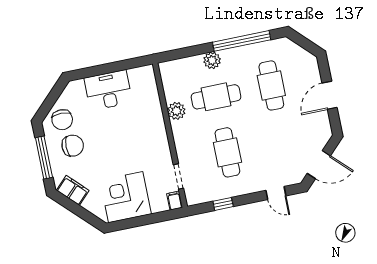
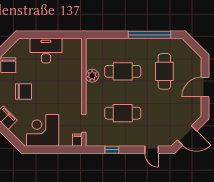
plant: (212, 60) -> (125, 44), removed
chair: (73, 146) -> (24, 92), moved
cafe table: (227, 152) -> (123, 113), turned 90

